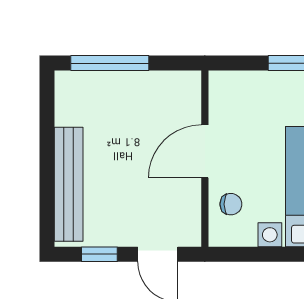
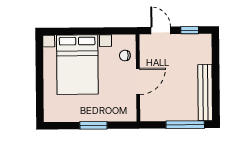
bench: (69, 184) -> (205, 93), moved

